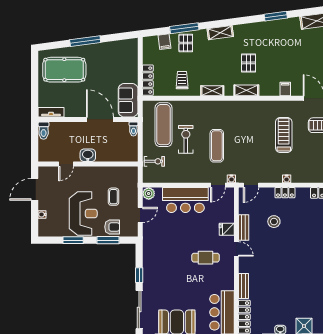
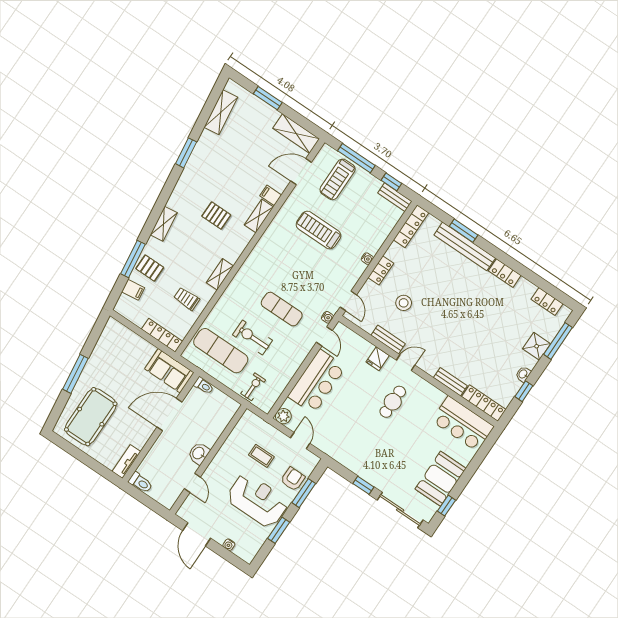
shelving: (246, 90) -> (259, 216), moved

